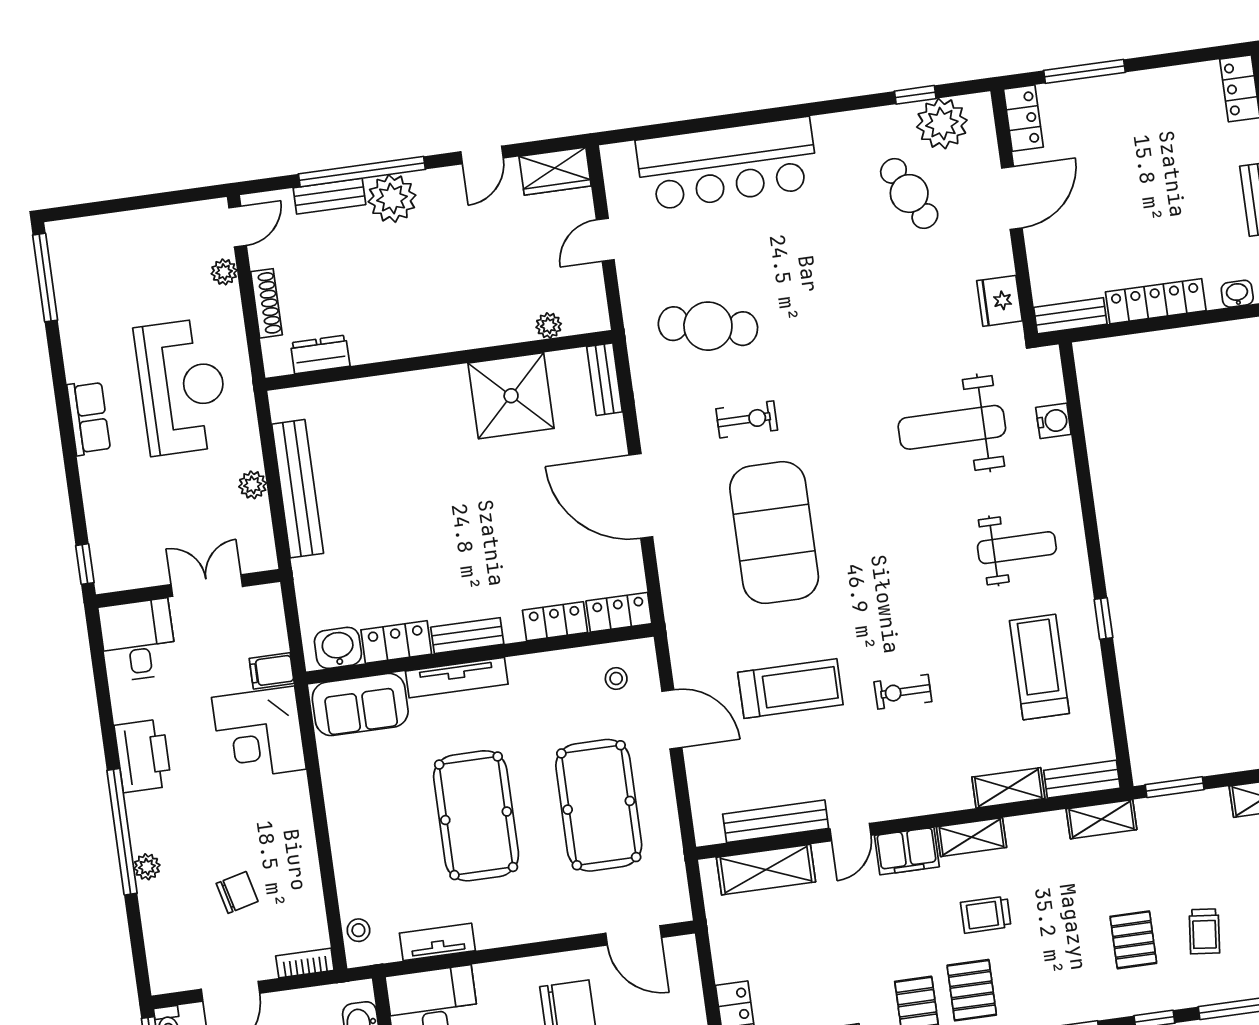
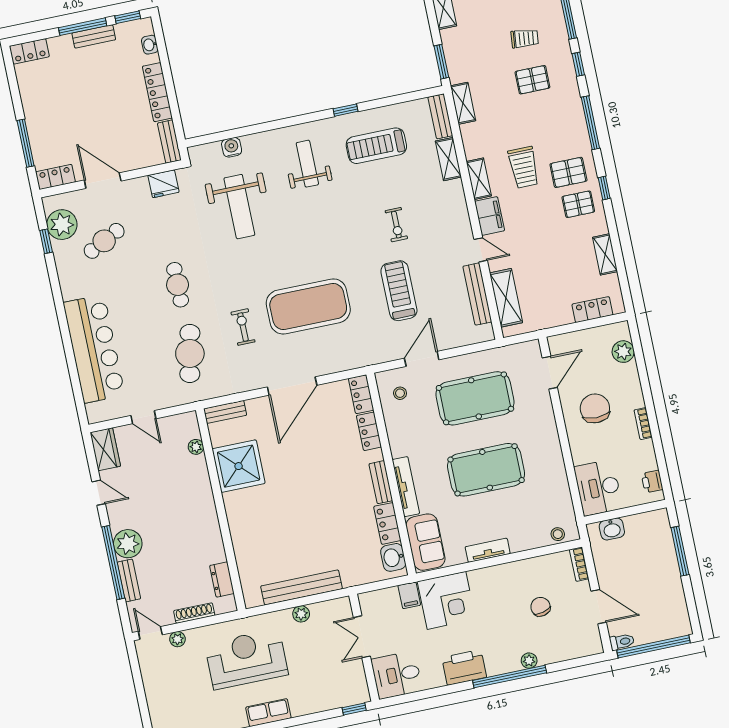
cafe table: (826, 313) -> (178, 285), added
trolley: (986, 915) -> (524, 167), width x1.36, depth x1.39
tv unit: (437, 942) -> (488, 550), moved, turned 90

